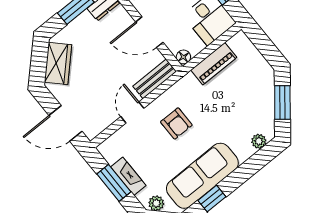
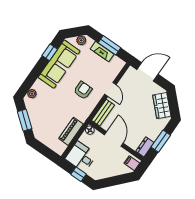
door: (149, 32) -> (114, 139), hinge flipped
armchair: (176, 123) -> (83, 90), turned 90

